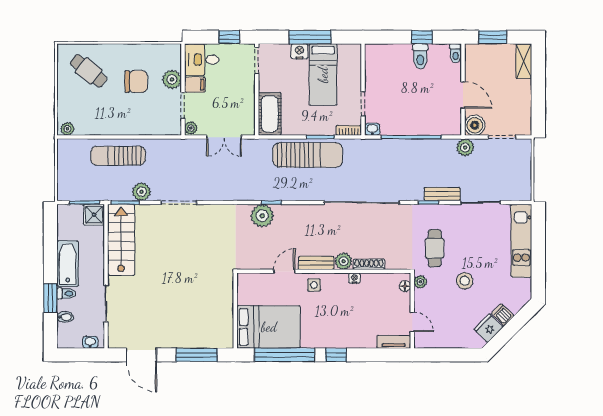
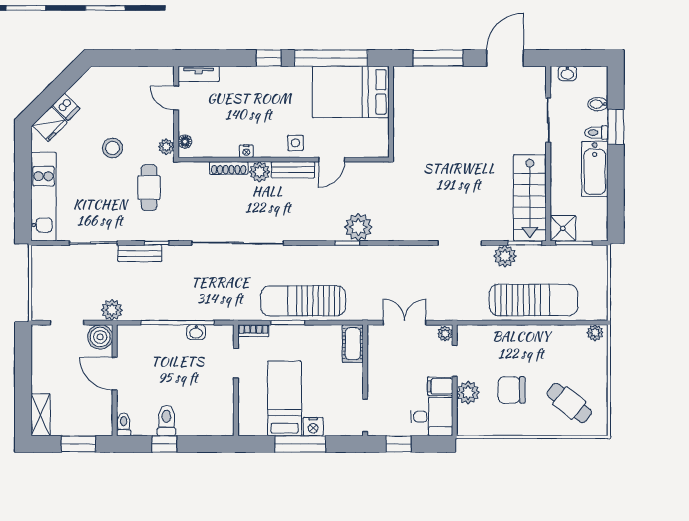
cot: (270, 114) -> (353, 344), width x0.73, depth x0.75
washbasin: (372, 129) -> (196, 332), moved
sun lounger: (118, 156) -> (534, 300), width x1.36, depth x1.34
fridge: (489, 328) -> (50, 124), moved
door: (141, 355) -> (505, 58), hinge flipped

